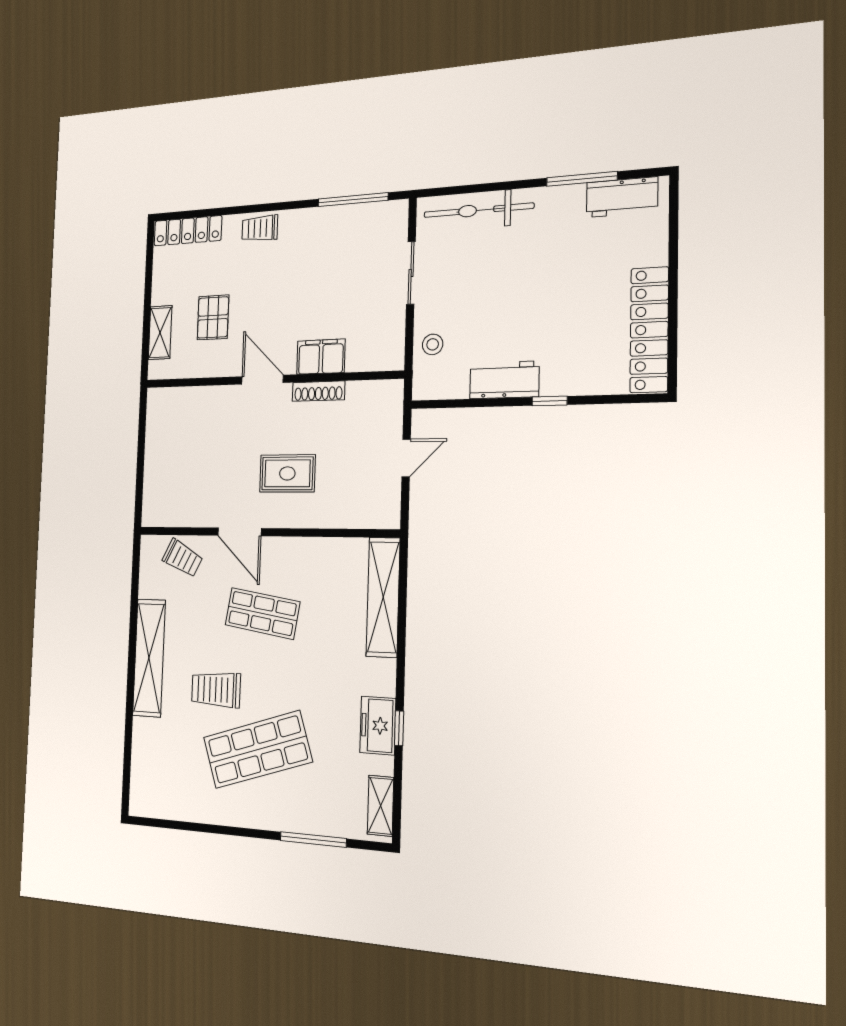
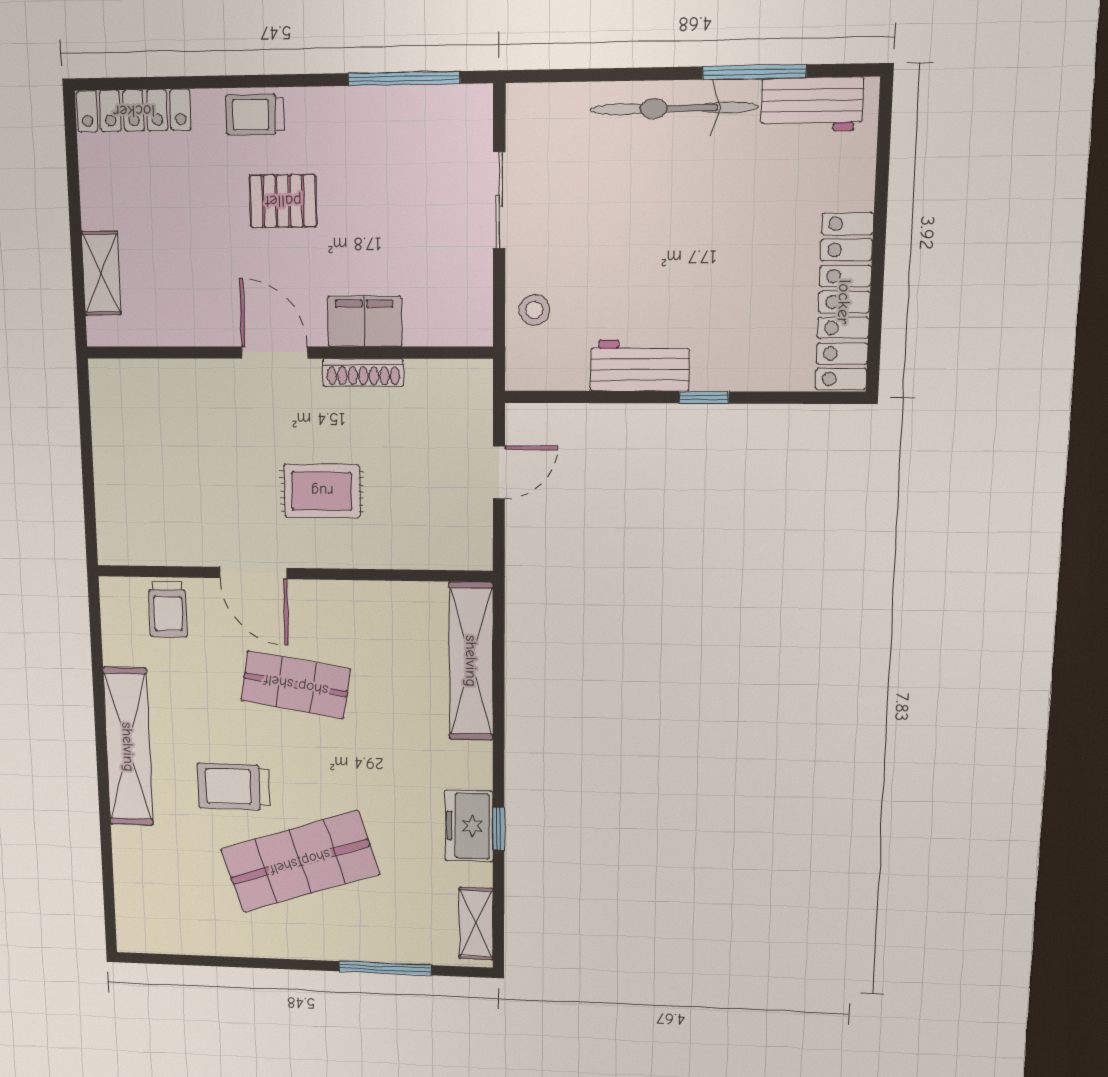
bicycle: (478, 210) -> (674, 108), moved
pallet: (213, 317) -> (283, 201), moved, turned 90
trolley: (183, 558) -> (168, 610), turned 63

